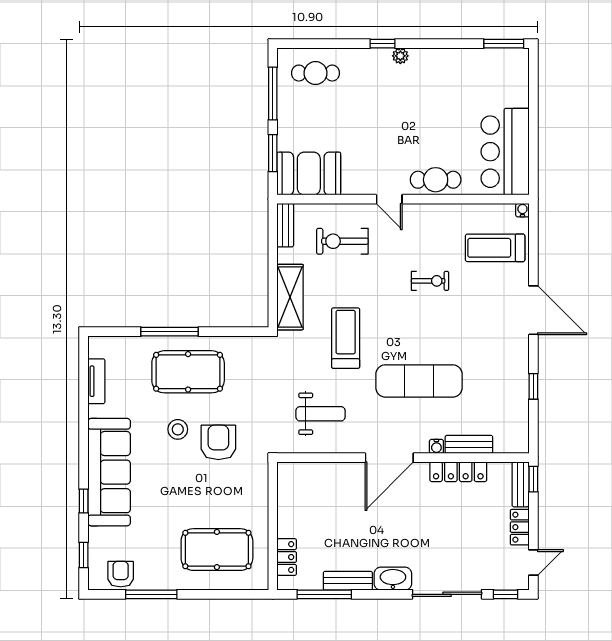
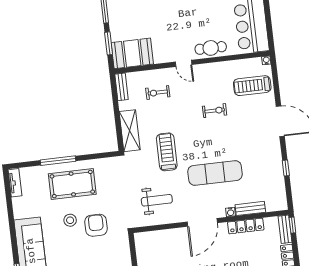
exercise bike: (342, 241) -> (158, 93), width x0.73, depth x0.72
tv unit: (96, 381) -> (15, 183), moved

